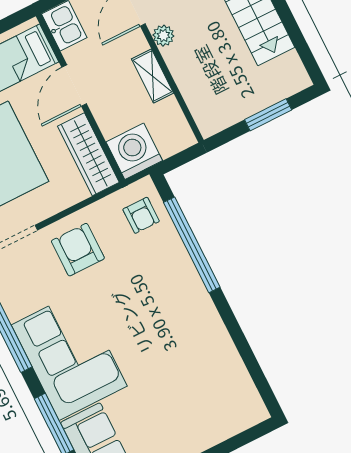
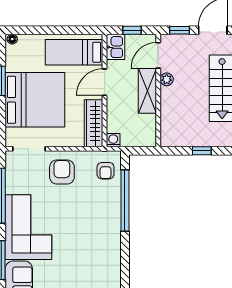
shelving: (153, 76) -> (147, 91), width x1.50, depth x1.33
window: (268, 115) -> (202, 151), width x0.67
washing machine: (134, 151) -> (113, 140), width x0.53, depth x0.53

